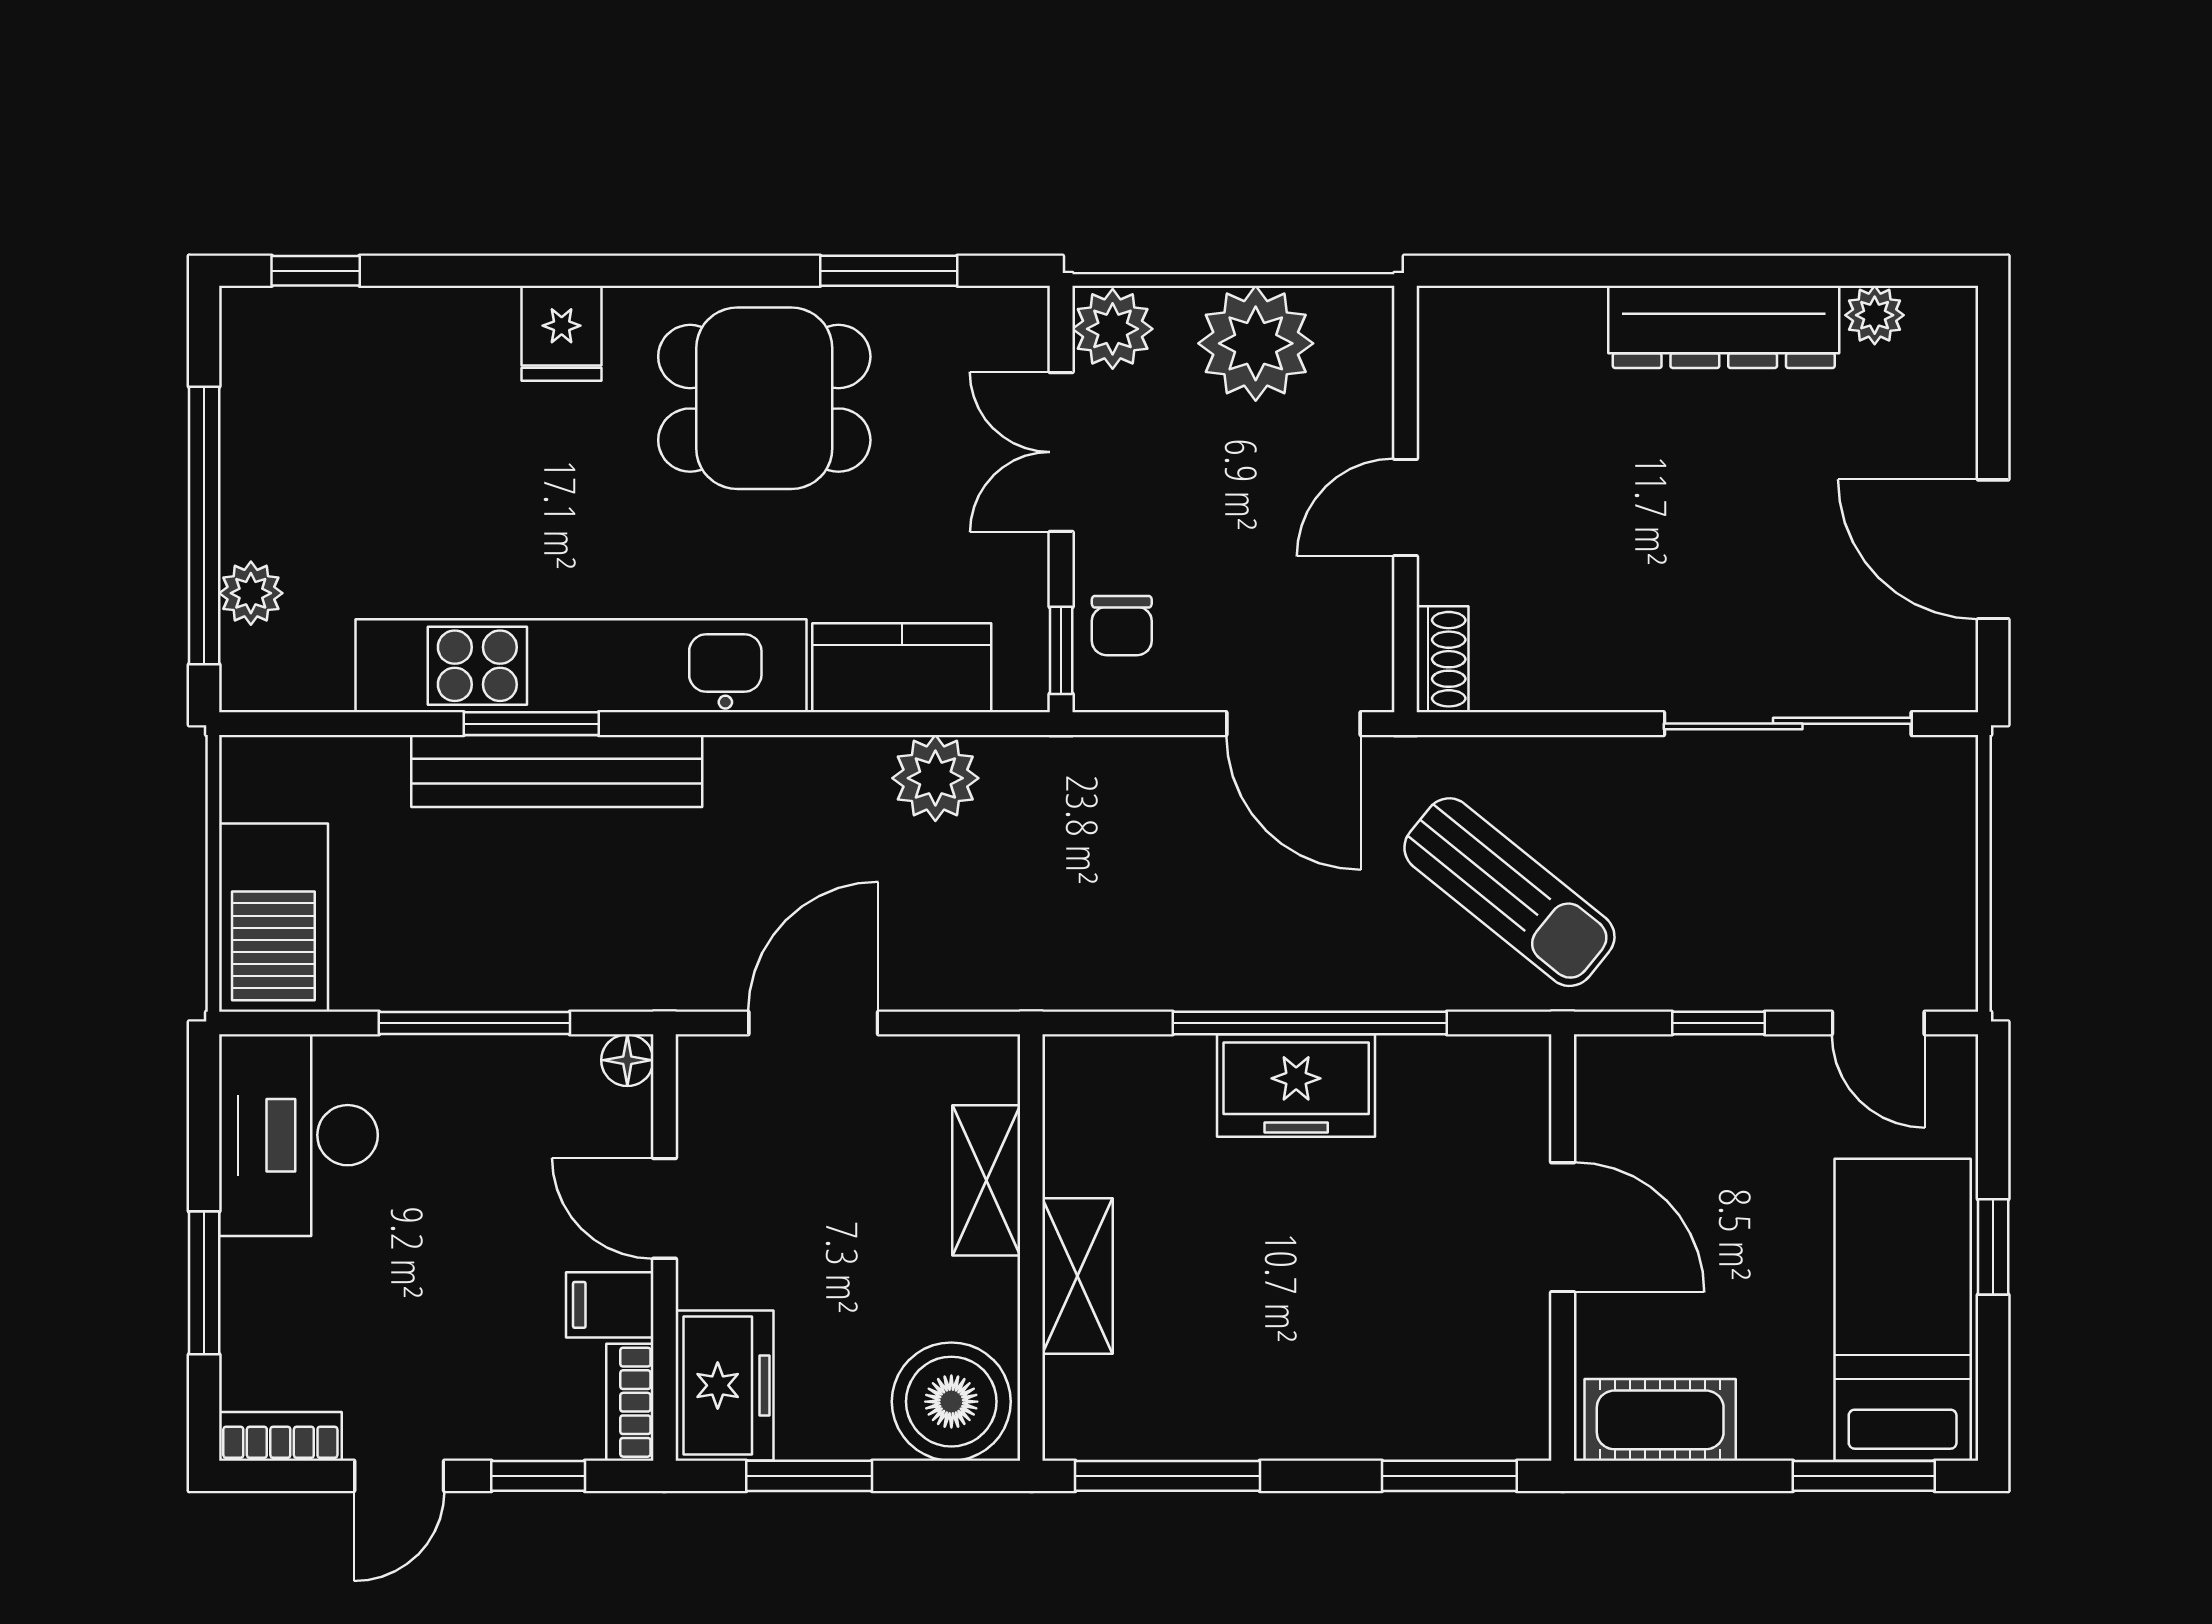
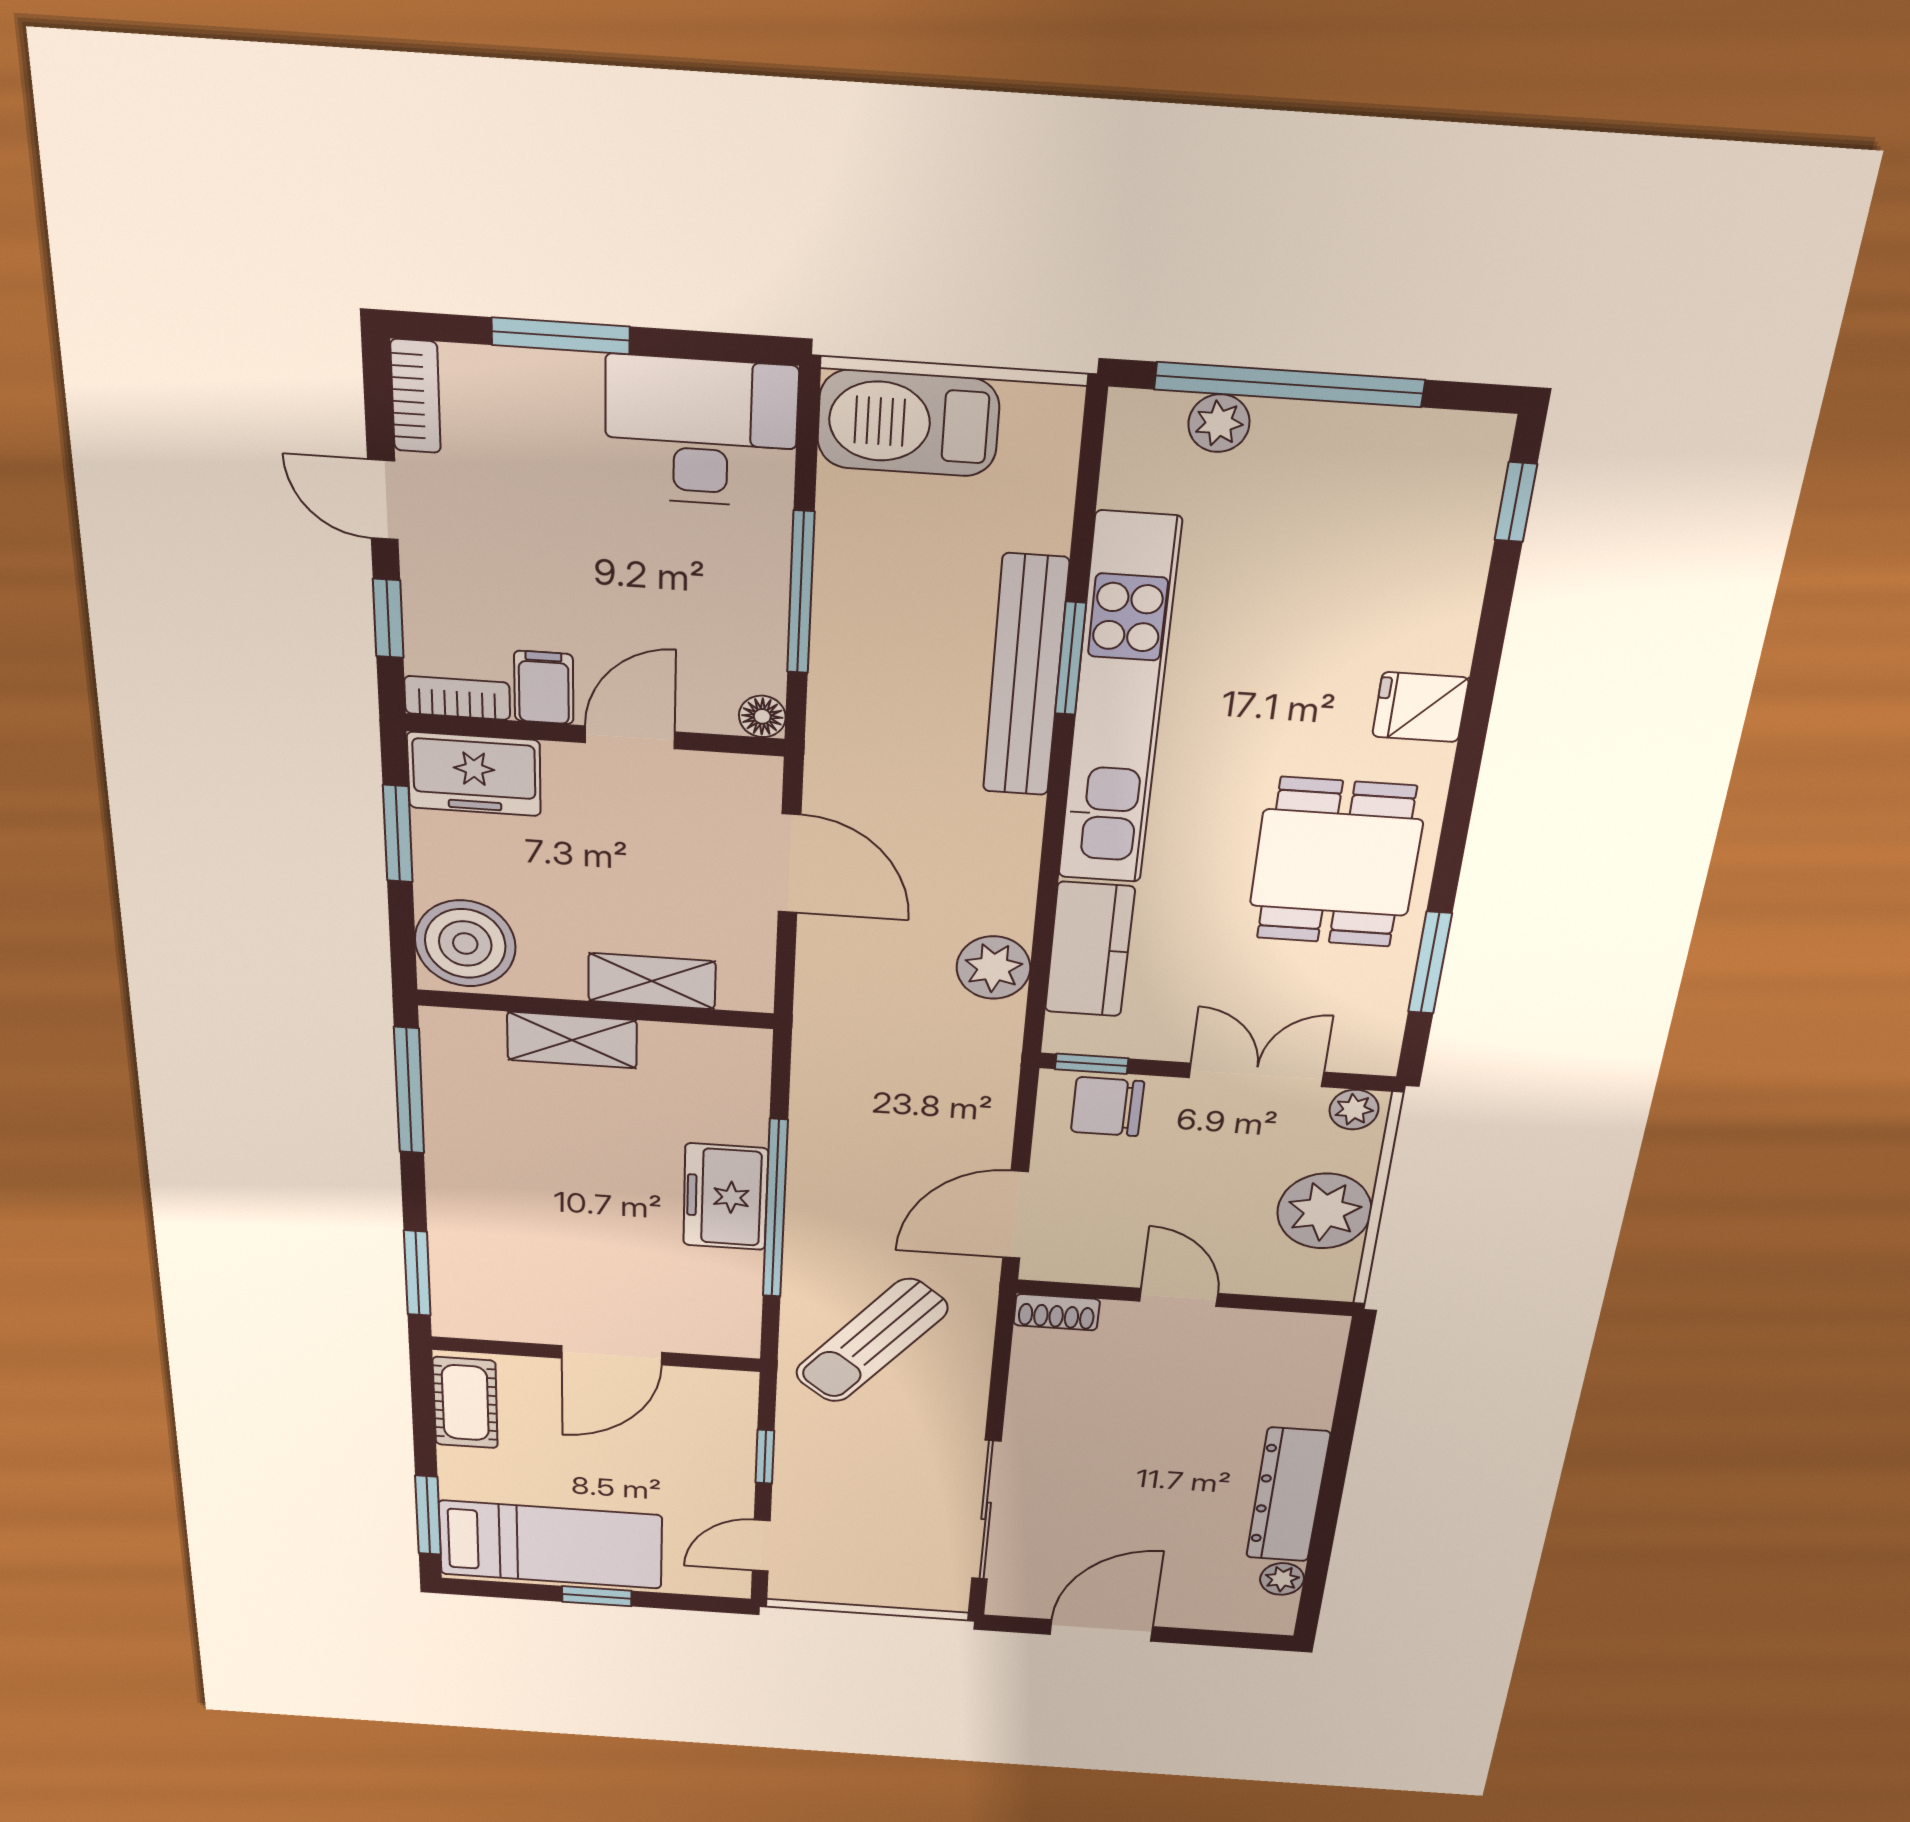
plant: (1113, 329) -> (1354, 1109), width x0.73, depth x0.73
chair: (1122, 626) -> (1107, 1107), width x1.37, depth x1.37

